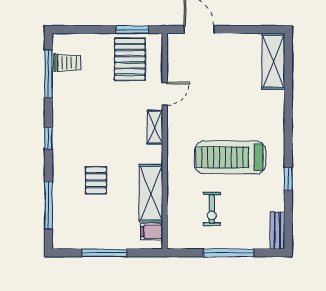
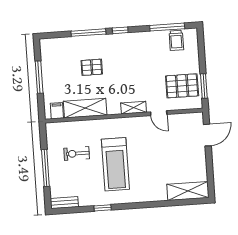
treadmill: (230, 157) -> (115, 164), turned 180
window: (49, 205) -> (88, 33), moved

